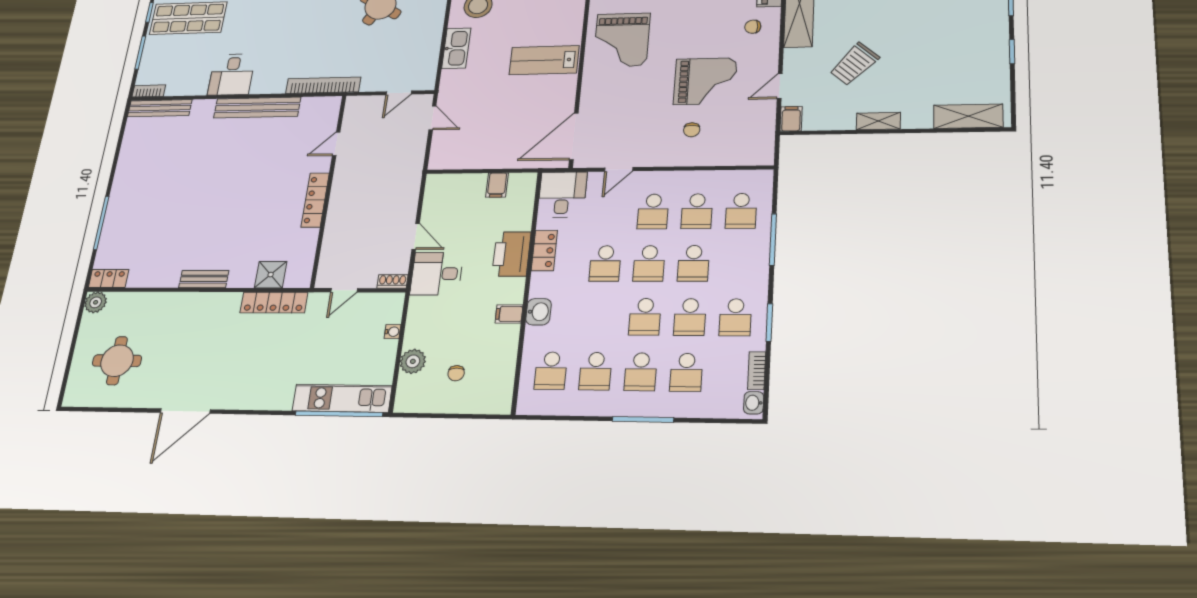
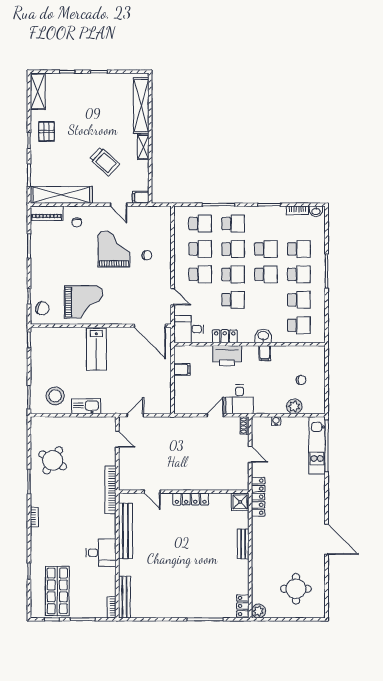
shelving: (968, 116) -> (141, 106), width x1.47
door: (336, 144) -> (152, 492), moved
wall: (329, 189) -> (184, 492), moved
locker: (315, 200) -> (191, 499), moved
school desk: (735, 317) -> (233, 224), moved

